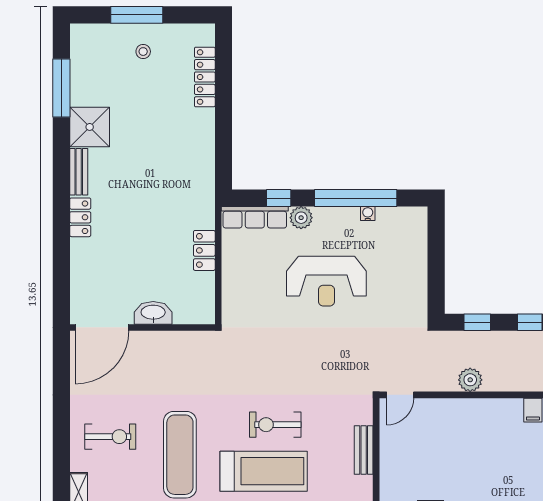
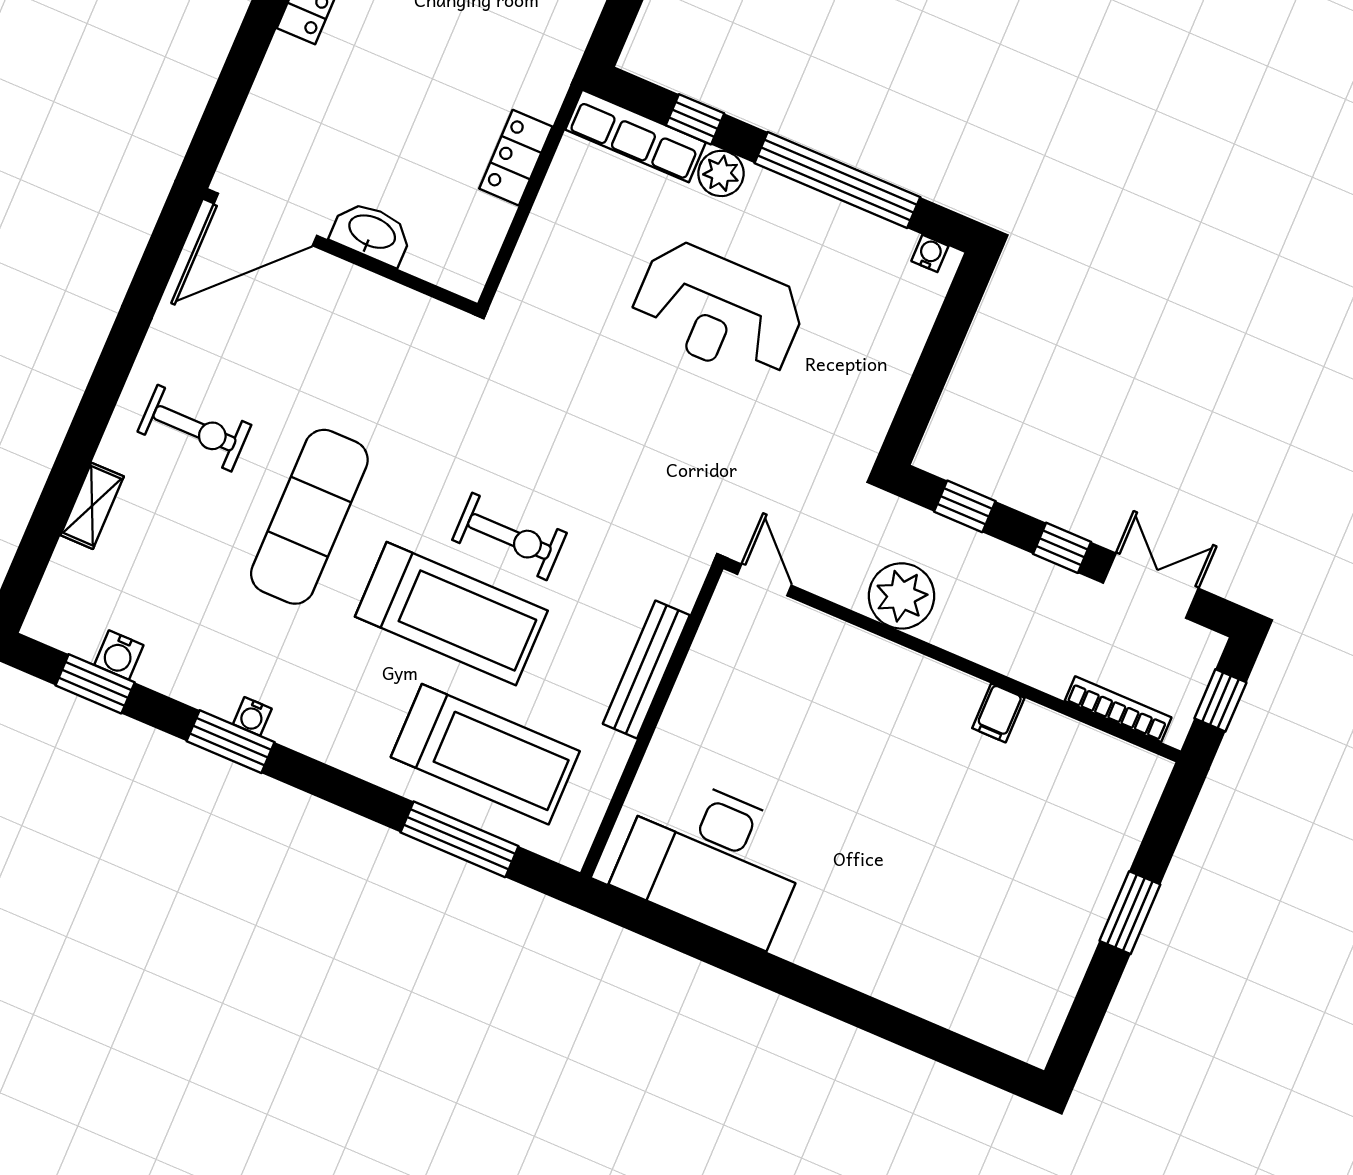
water cooler: (368, 214) -> (930, 253), moved
plant: (470, 380) -> (902, 596), width x1.36, depth x1.36
door: (400, 395) -> (764, 580), swing flipped
exercise bike: (275, 425) -> (509, 536), turned 180
bench: (364, 450) -> (646, 670), width x1.36

